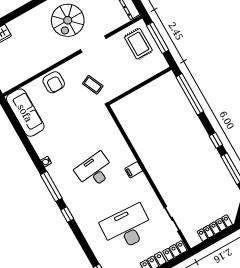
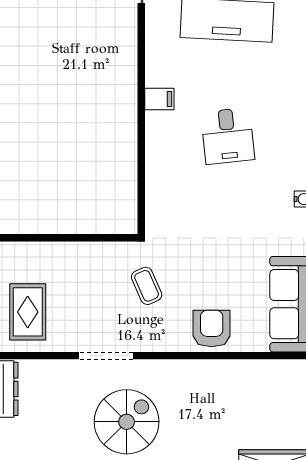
desk: (95, 171) -> (228, 136), width x0.73

